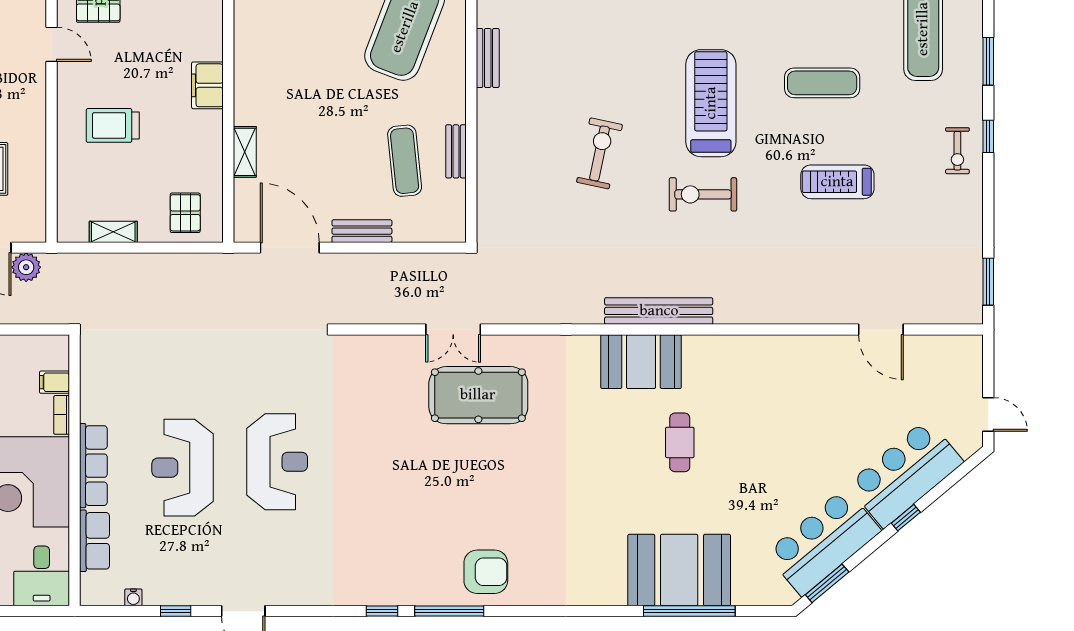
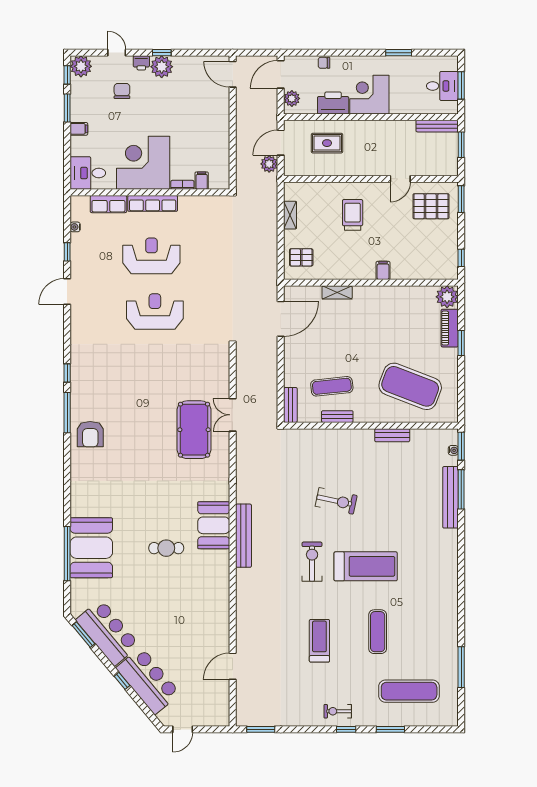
filing cabinet: (207, 85) -> (383, 270), width x0.50
bench: (362, 231) -> (290, 405), moved
reception desk: (277, 462) -> (155, 311), turned 180

